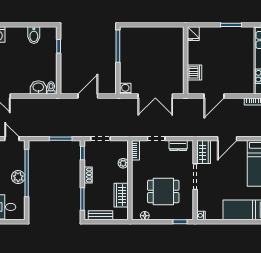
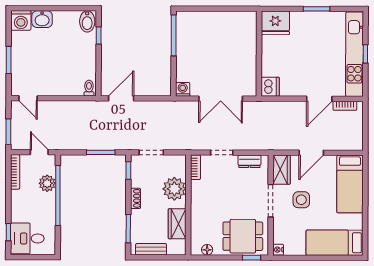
fridge: (193, 34) -> (275, 23), width x1.88, depth x1.34
bidet: (34, 35) -> (87, 21), moved
dishwasher: (194, 72) -> (270, 87), moved
washbasin: (38, 87) -> (42, 19), moved, turned 180
door: (88, 96) -> (121, 98), moved
door: (214, 96) -> (319, 99), moved
plant: (123, 163) -> (174, 189), width x1.88, depth x1.88
side table: (219, 176) -> (301, 200), added
plant: (18, 177) -> (47, 183), moved
dining table: (163, 191) -> (243, 236), moved

